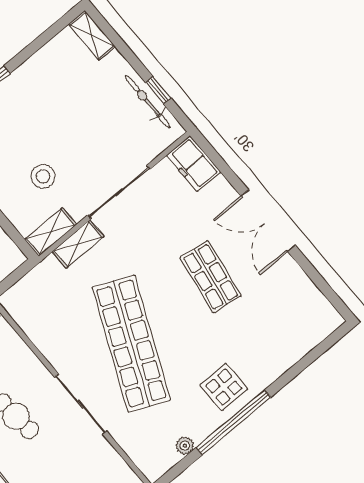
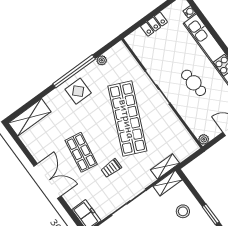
stool: (43, 176) -> (183, 211), moved
shelving: (78, 244) -> (165, 166), moved
trolley: (154, 252) -> (111, 168), added
shelving: (308, 334) -> (30, 117), added

